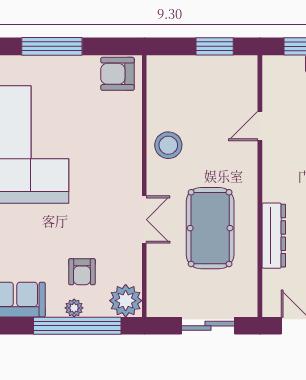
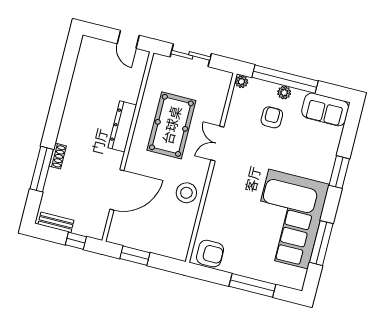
door: (260, 126) -> (117, 190), width x1.87
dresser: (274, 236) -> (122, 126), moved
plant: (126, 301) -> (241, 82), width x0.53, depth x0.53

